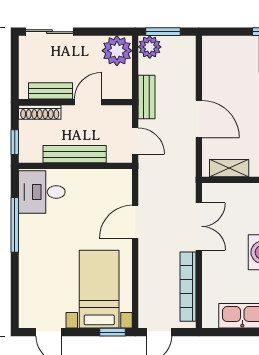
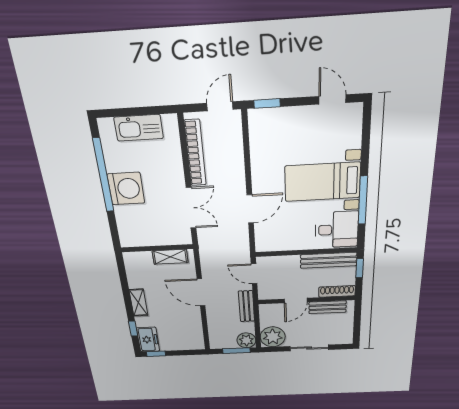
sliding door: (49, 32) -> (309, 348), moved
bench: (75, 154) -> (328, 260), moved
double door: (199, 226) -> (191, 208), swing flipped
bed with nightstands: (99, 289) -> (322, 182), moved, turned 90

